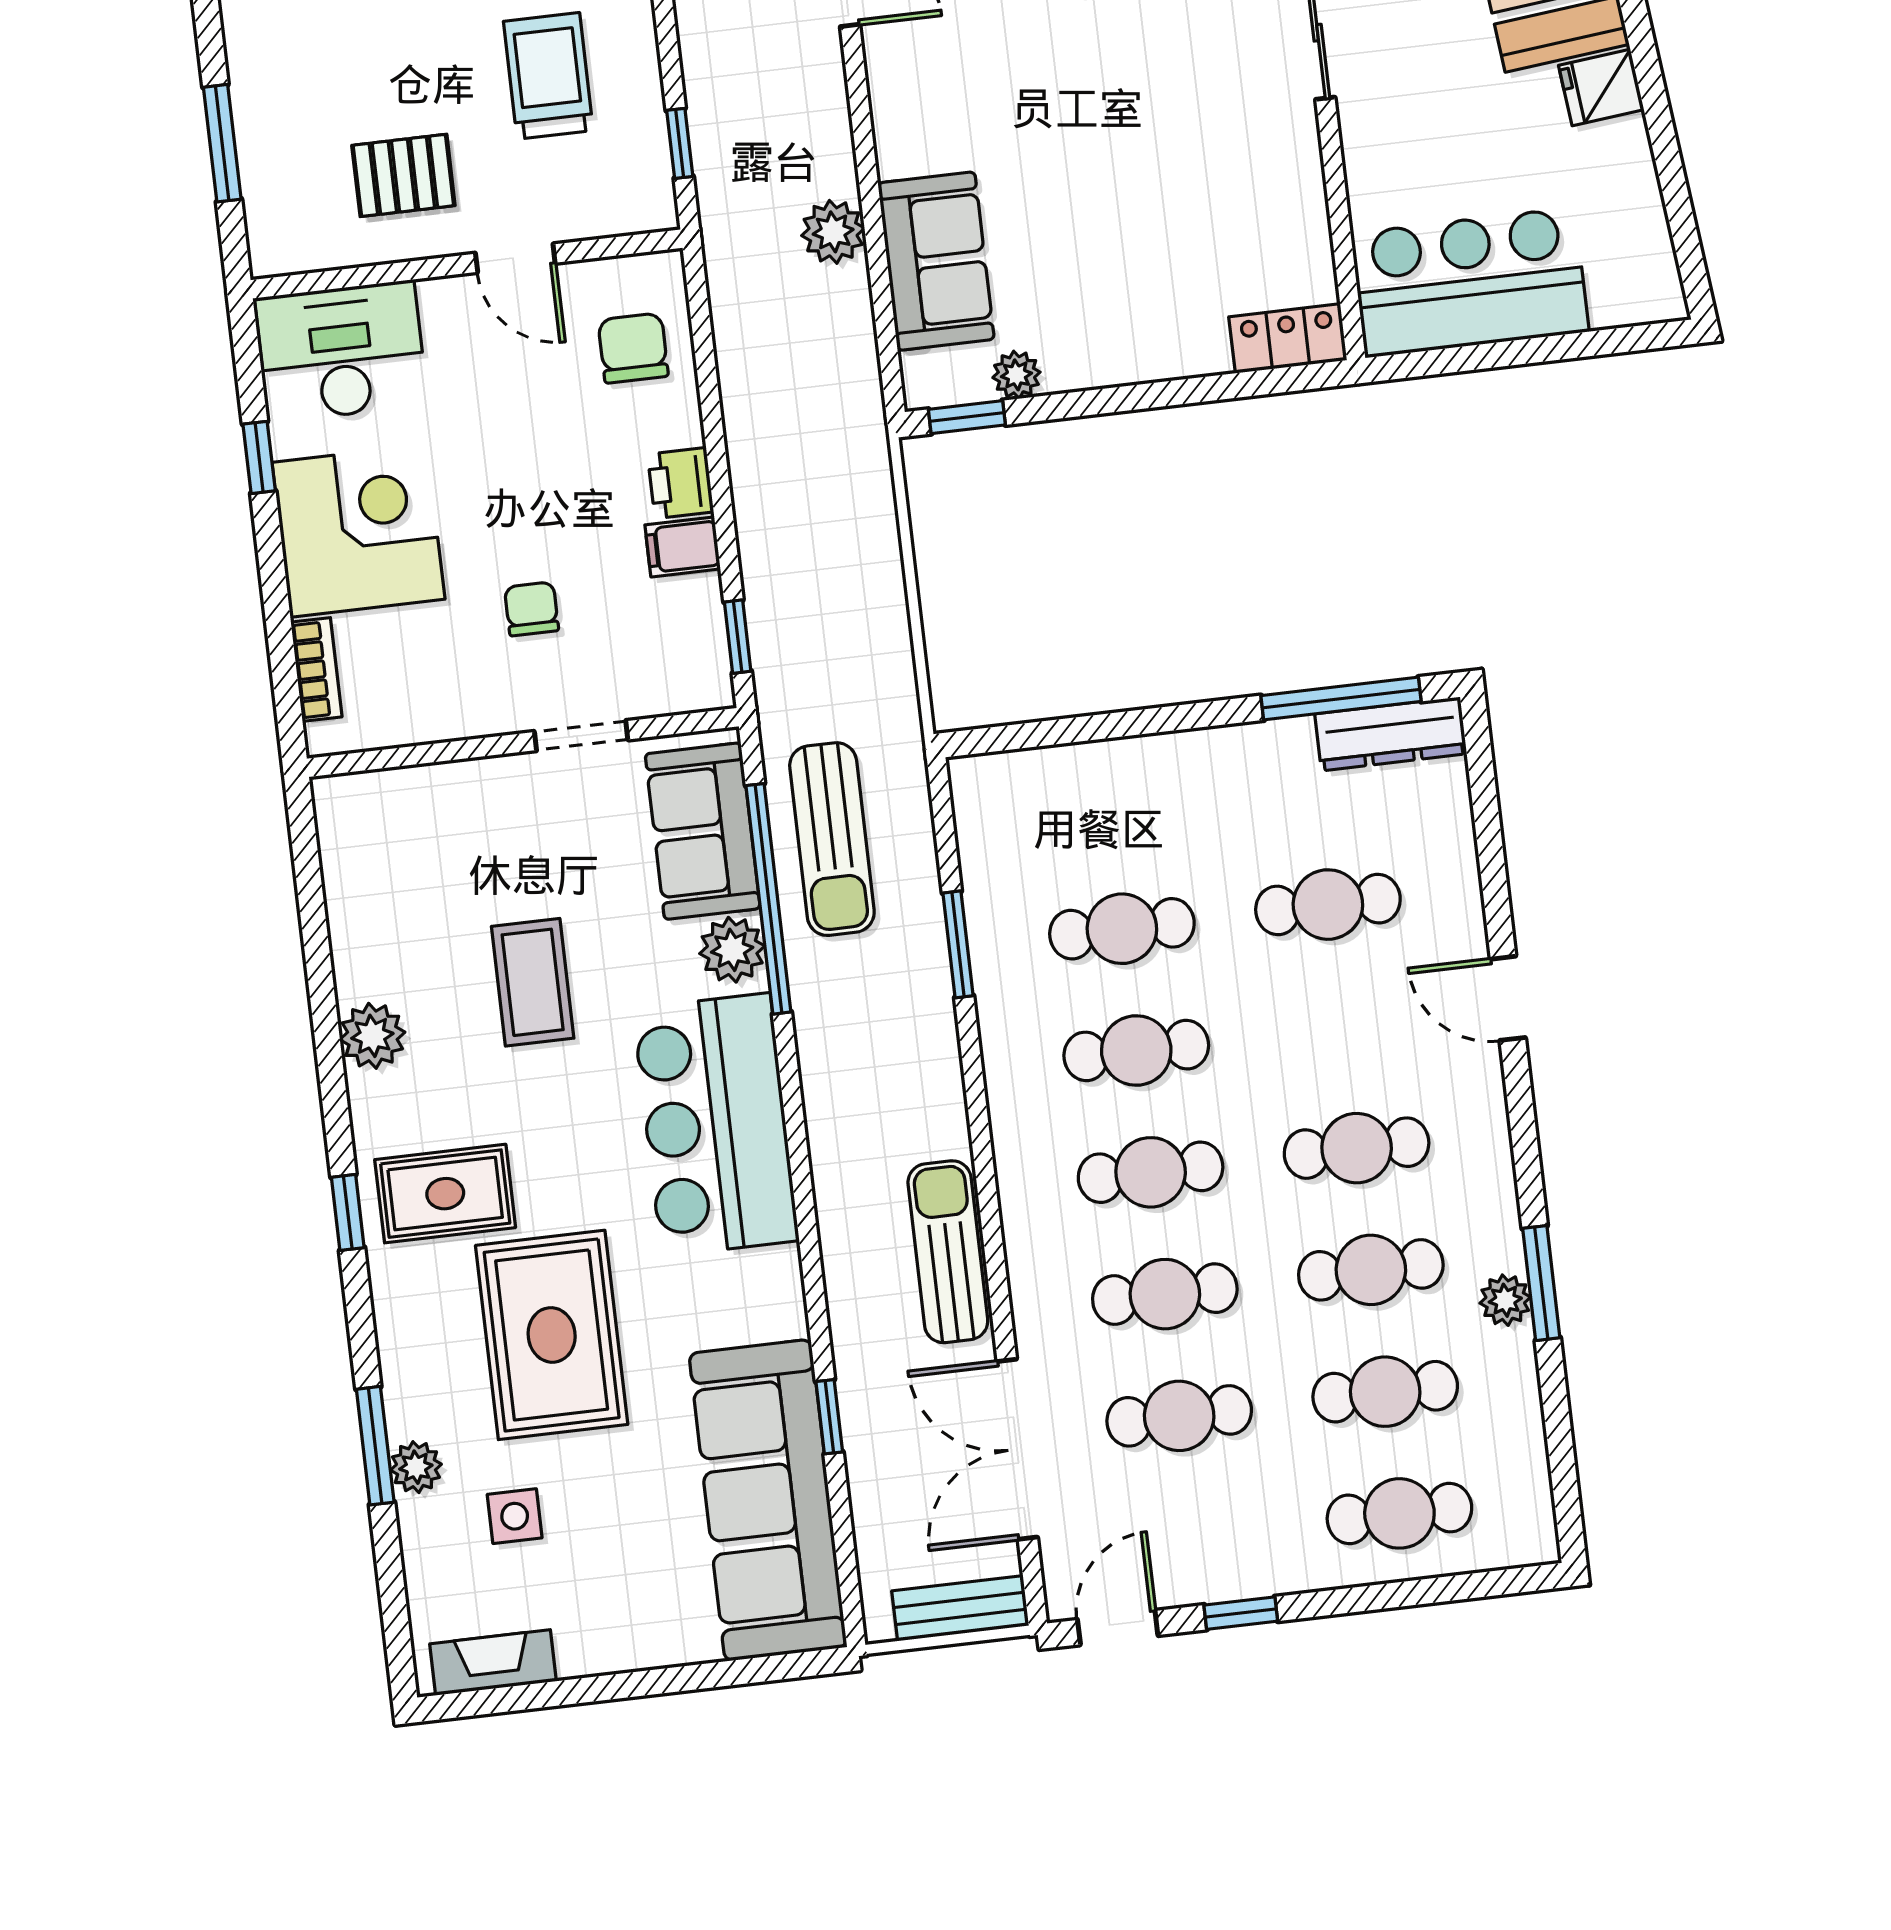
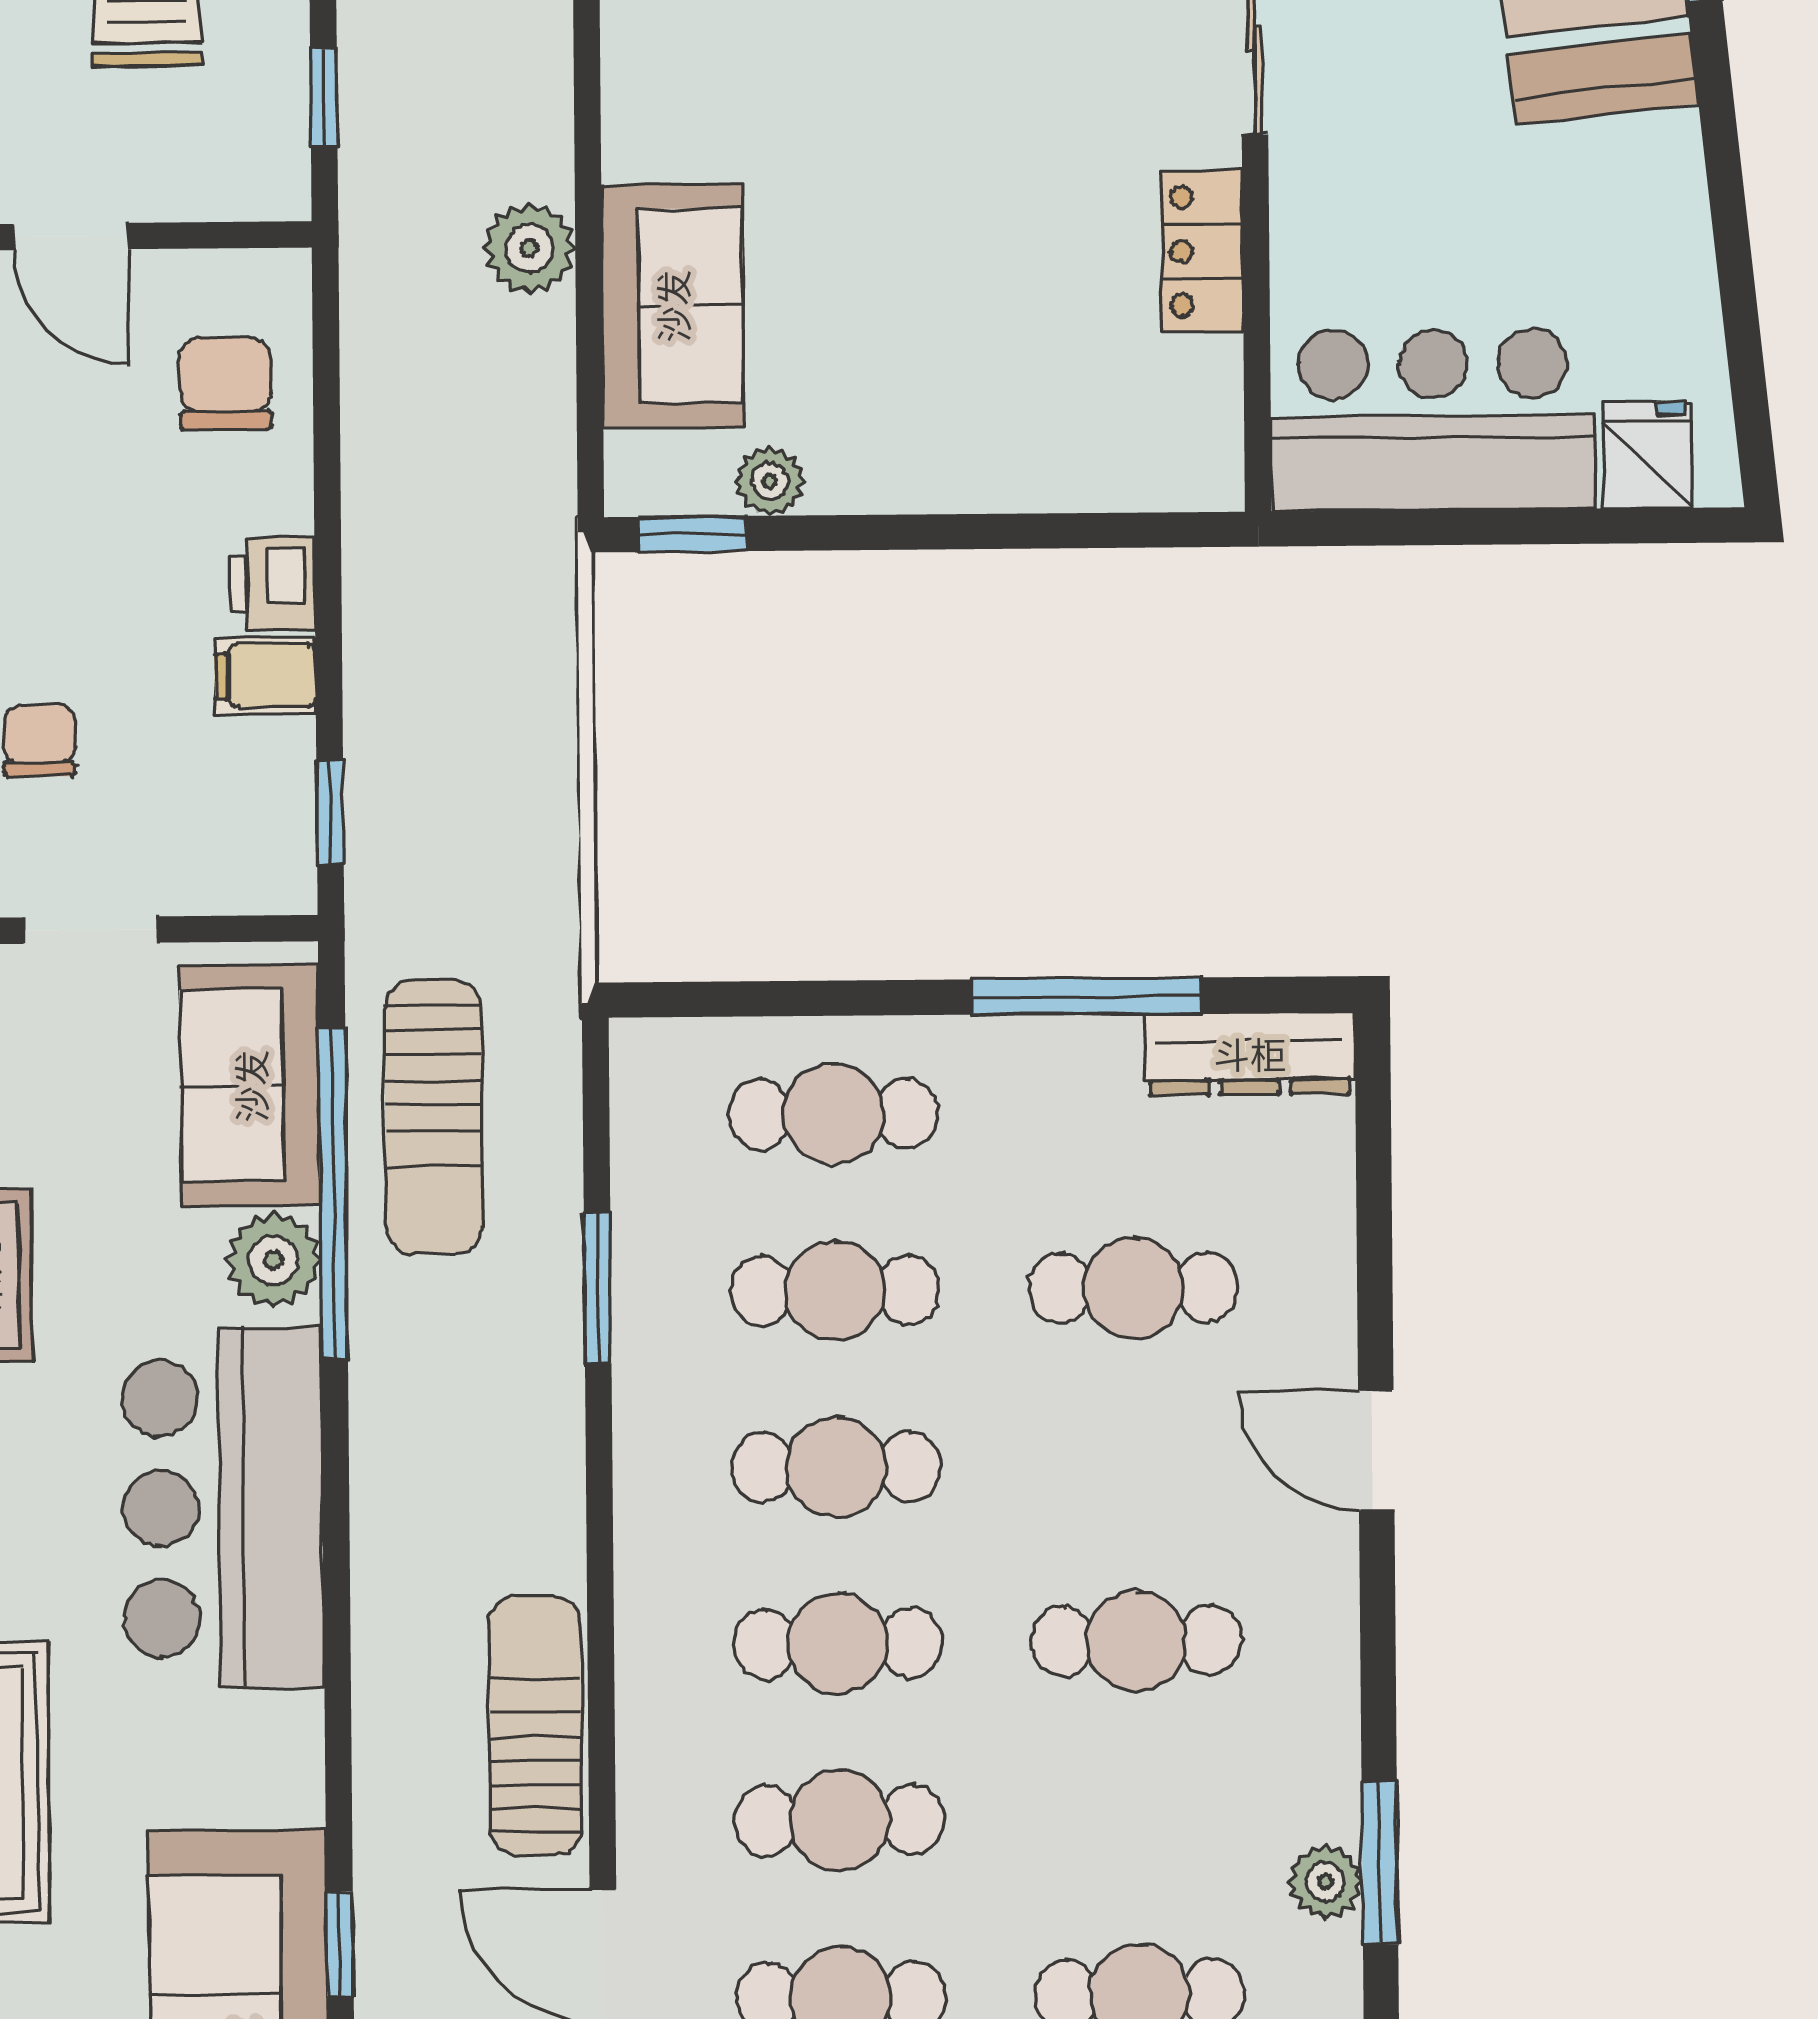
fridge: (1601, 87) -> (1648, 455), moved, turned 96
locker: (1288, 338) -> (1202, 251), moved, turned -90
window: (1341, 699) -> (1088, 996), moved
cafe table: (1371, 1270) -> (833, 1114), moved

